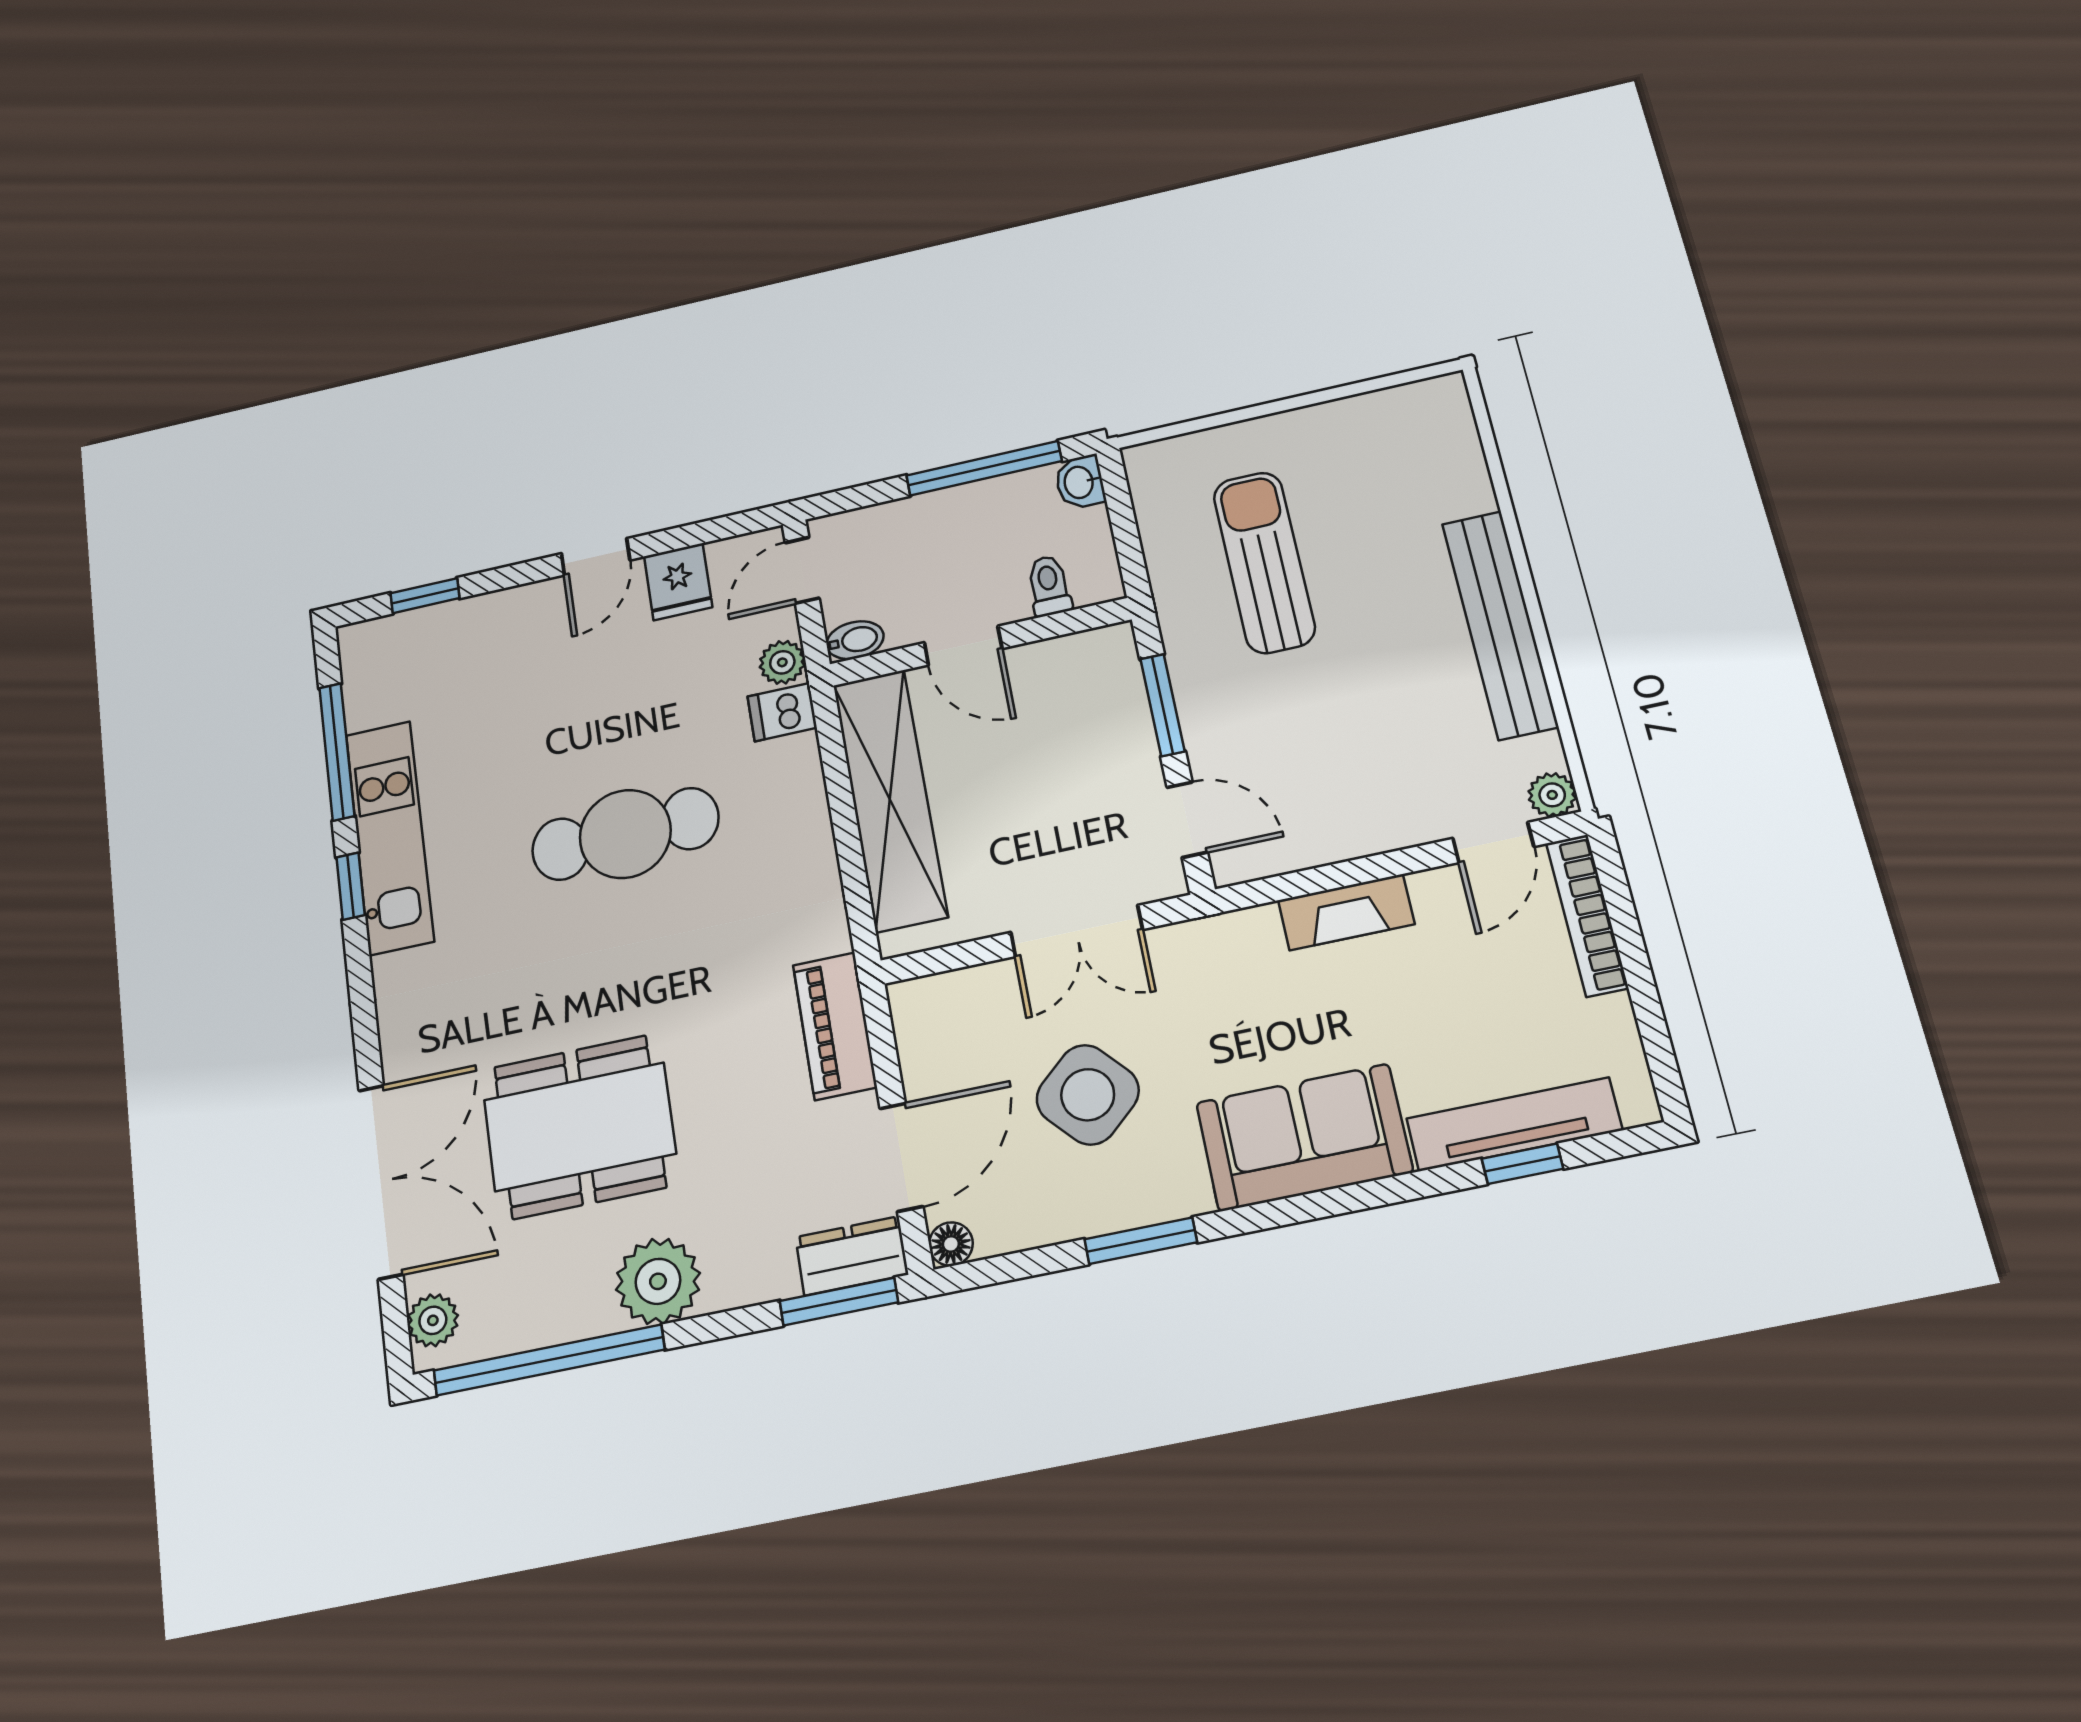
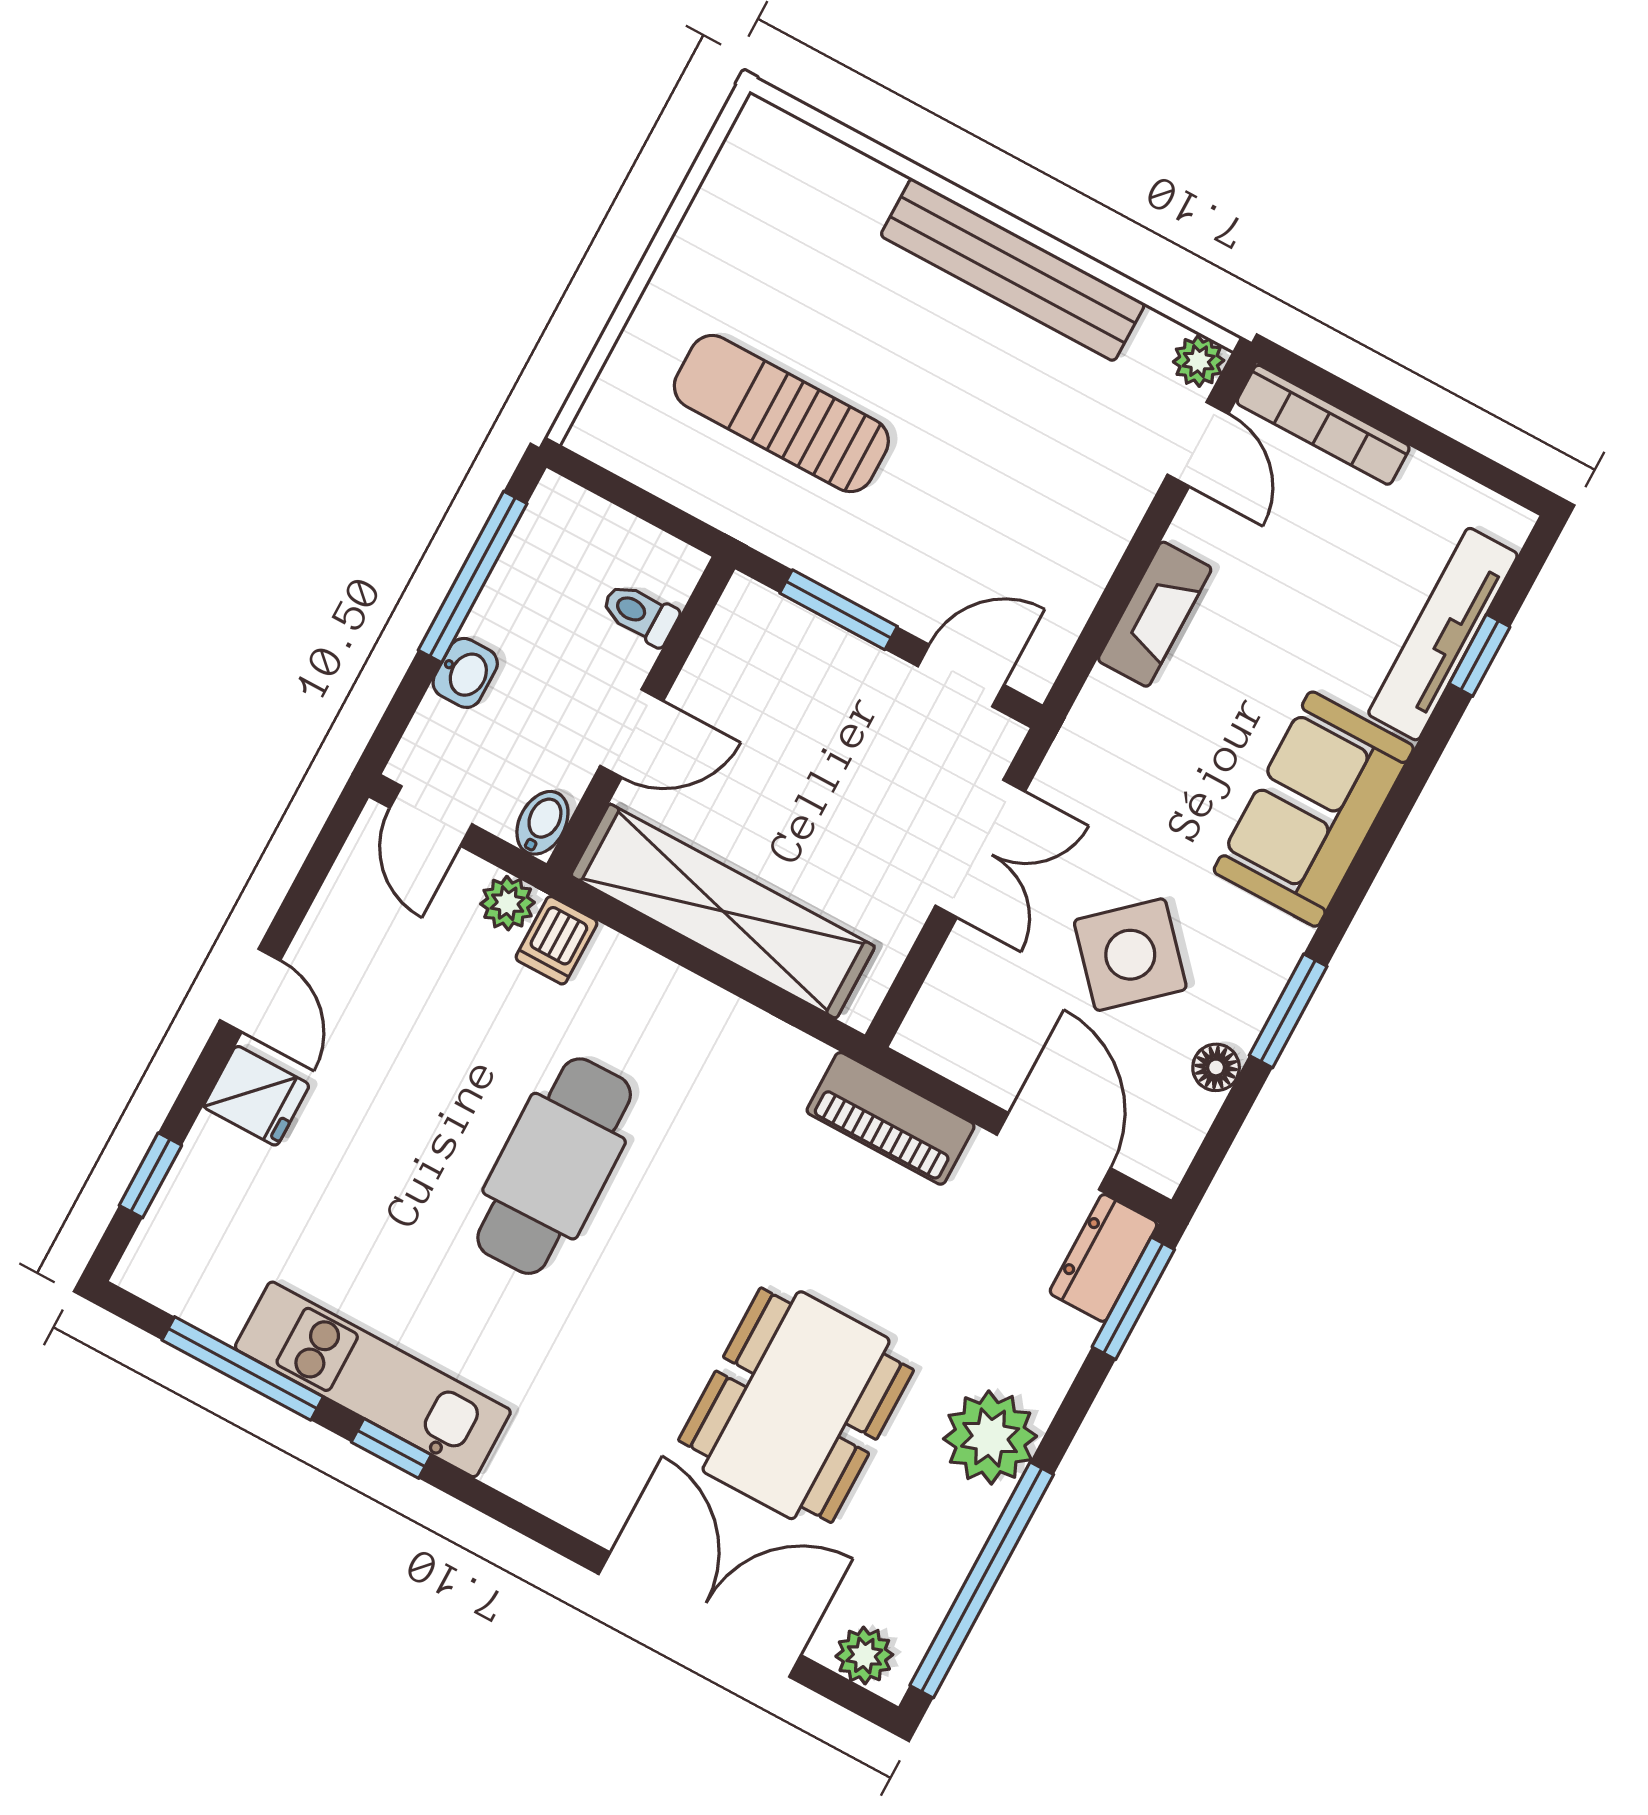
washbasin: (1080, 482) -> (465, 673), moved, turned -90
fridge: (678, 582) -> (256, 1096), moved
floor lamp: (951, 1244) -> (1216, 1067), moved

